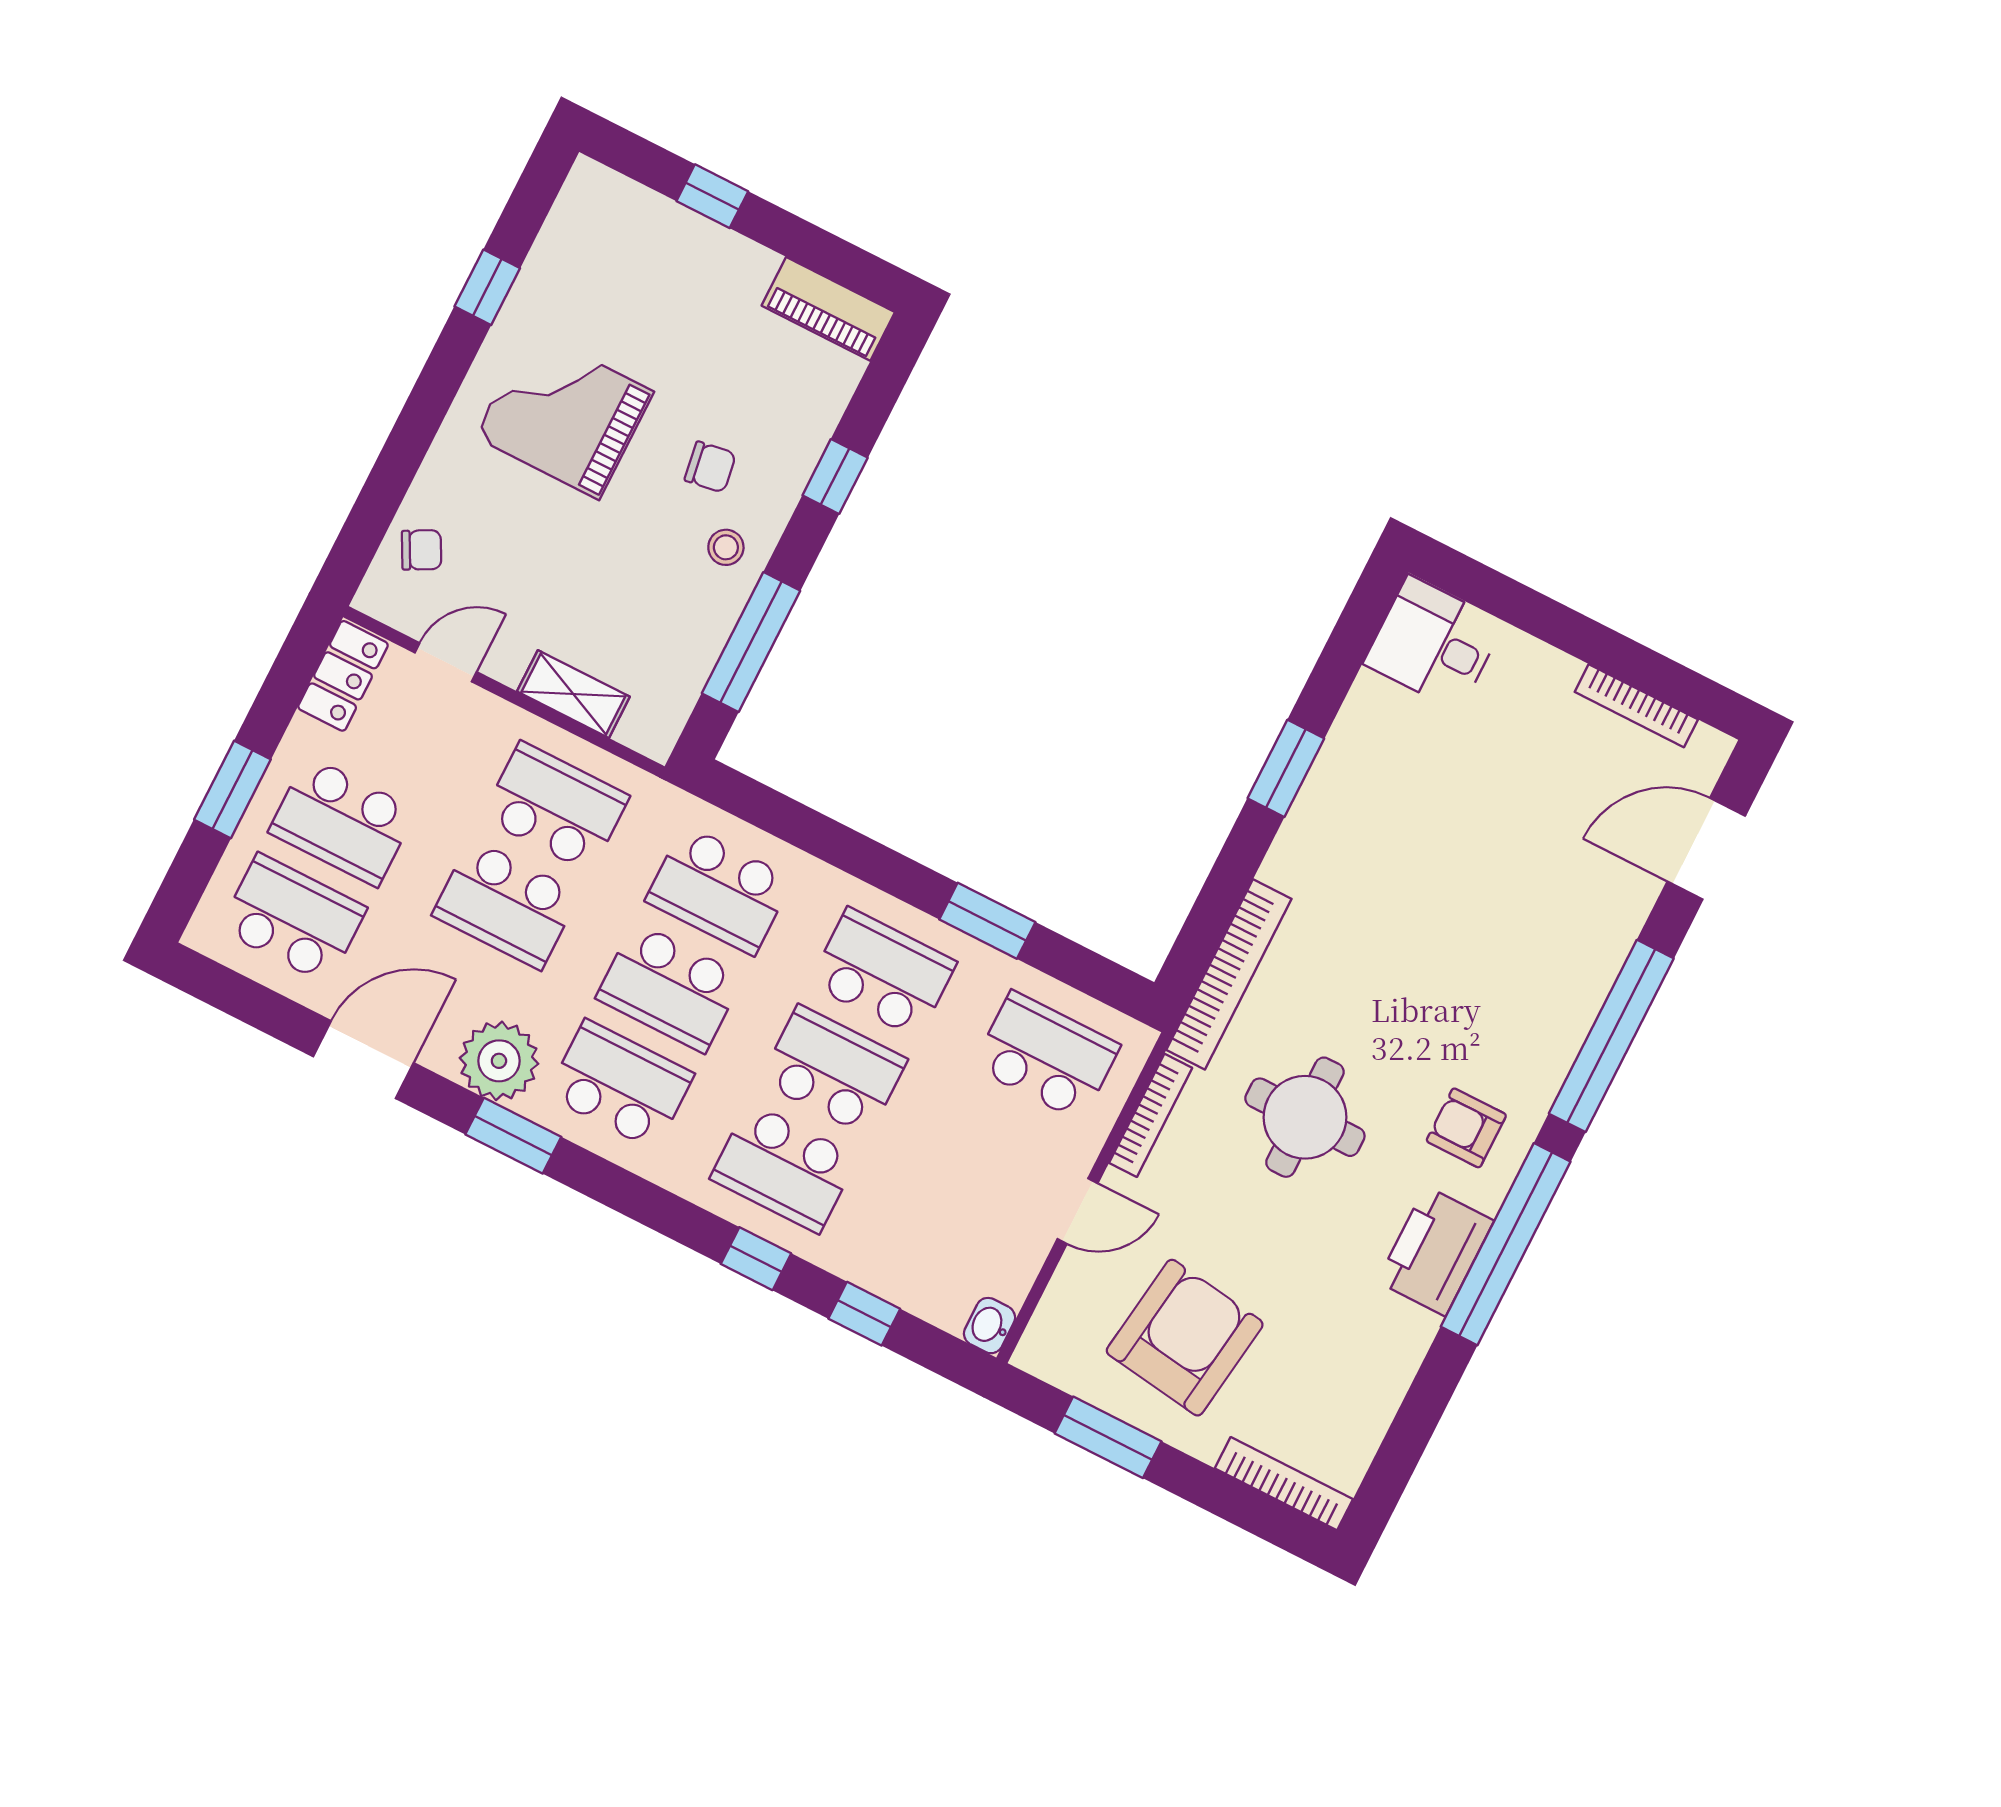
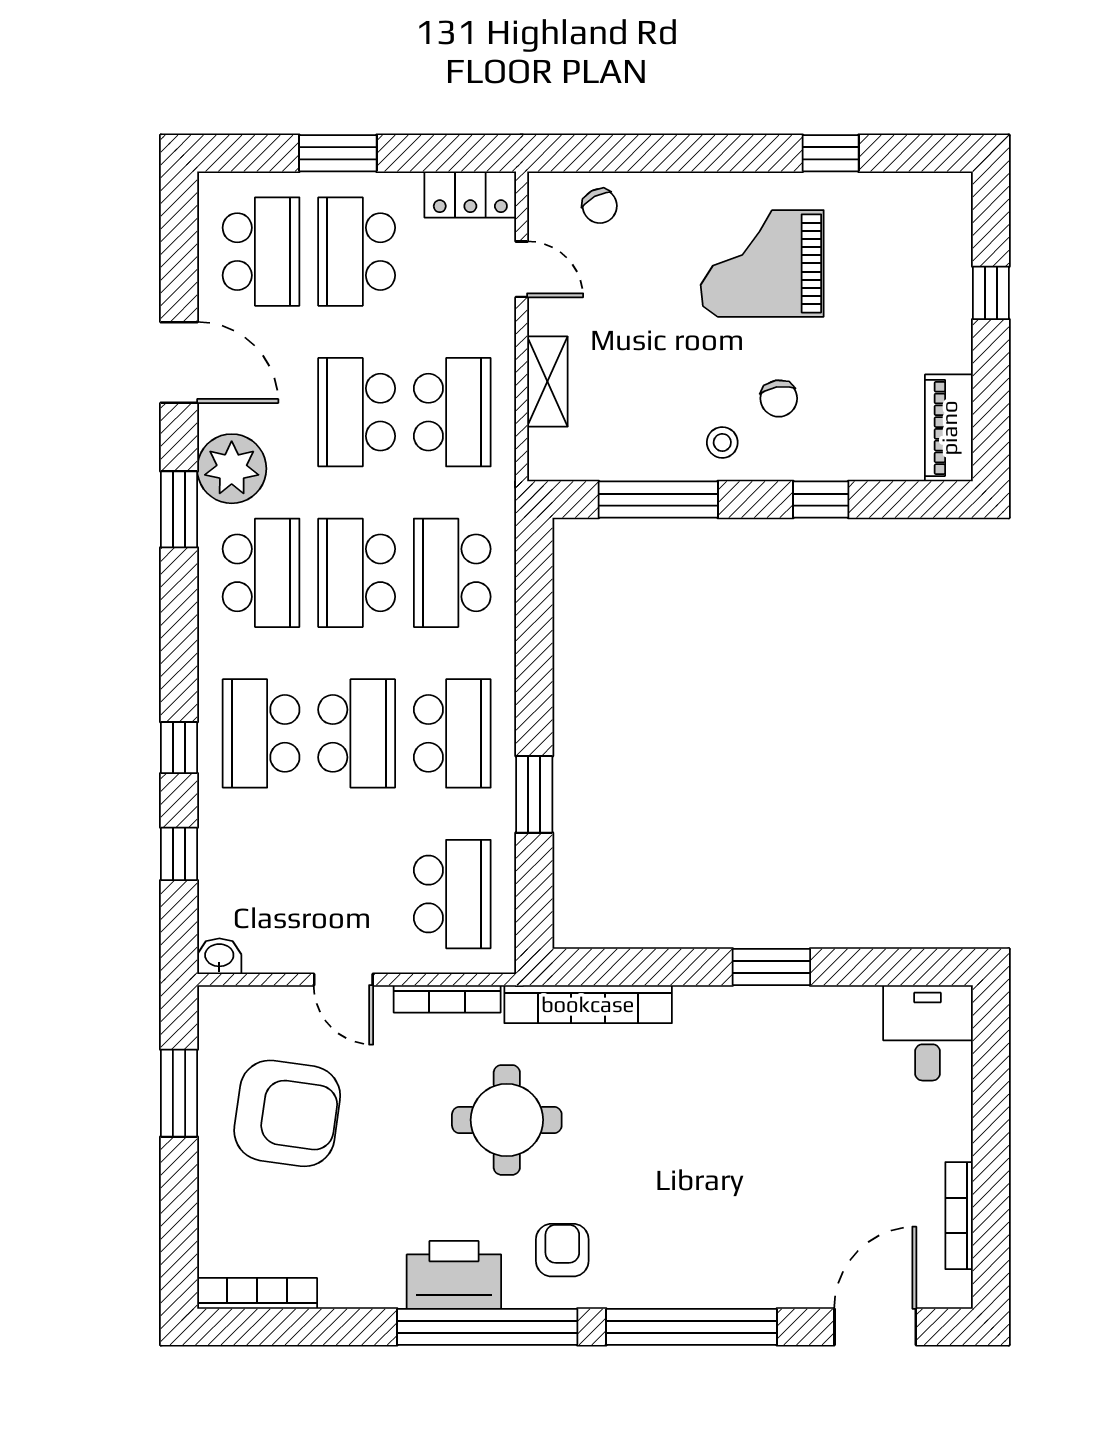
grand piano: (564, 414) -> (762, 263), turned -90
door: (1706, 849) -> (875, 1327), hinge flipped
bookcase: (1284, 1484) -> (257, 1293), moved, turned -90

